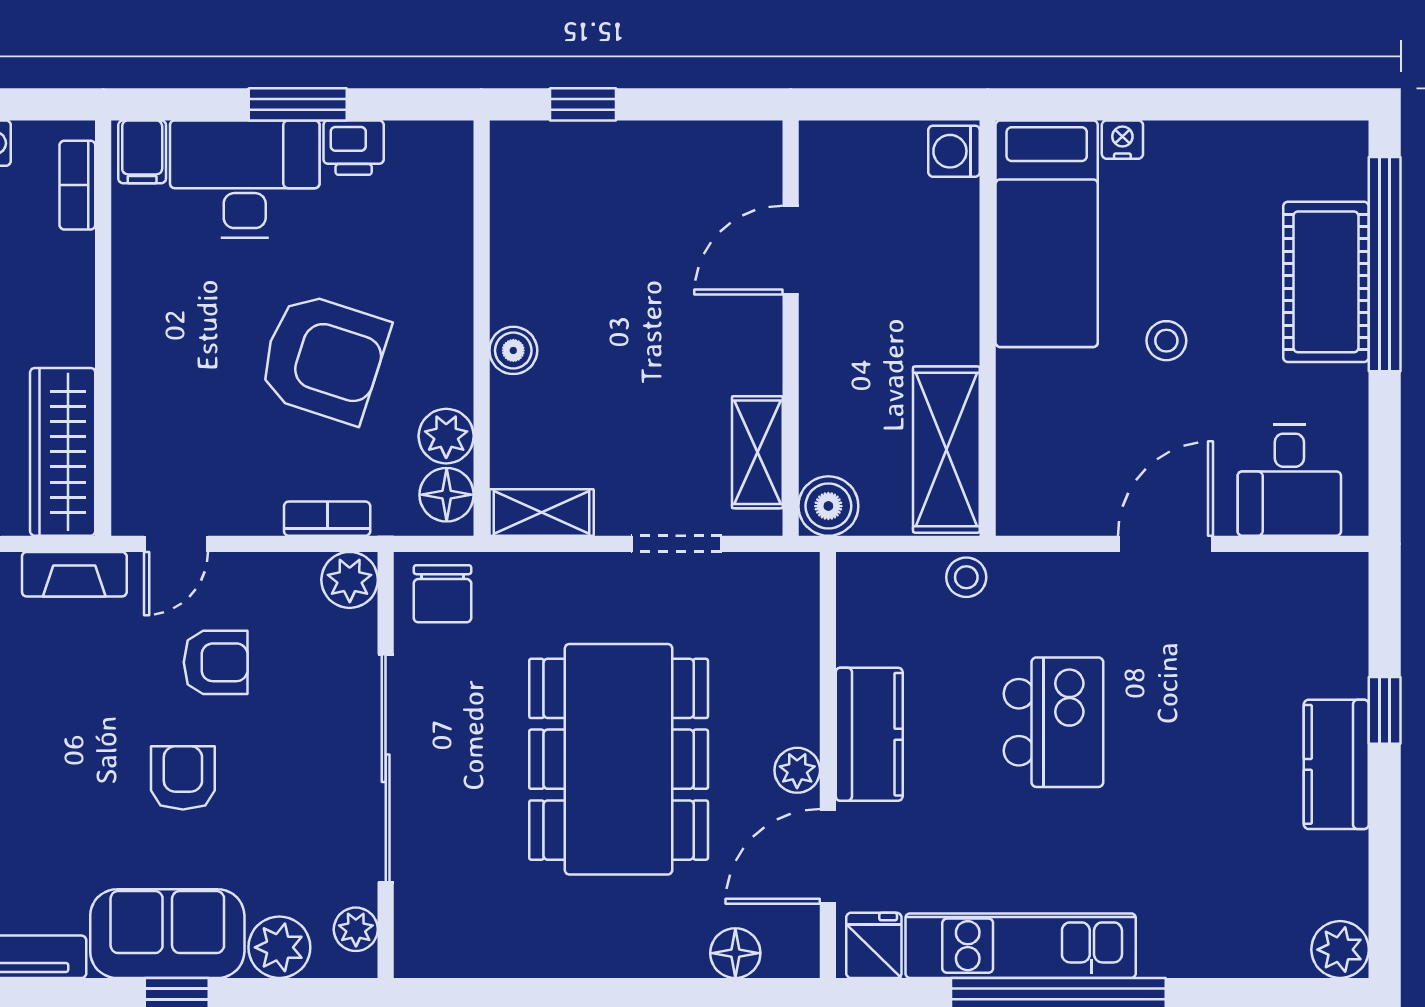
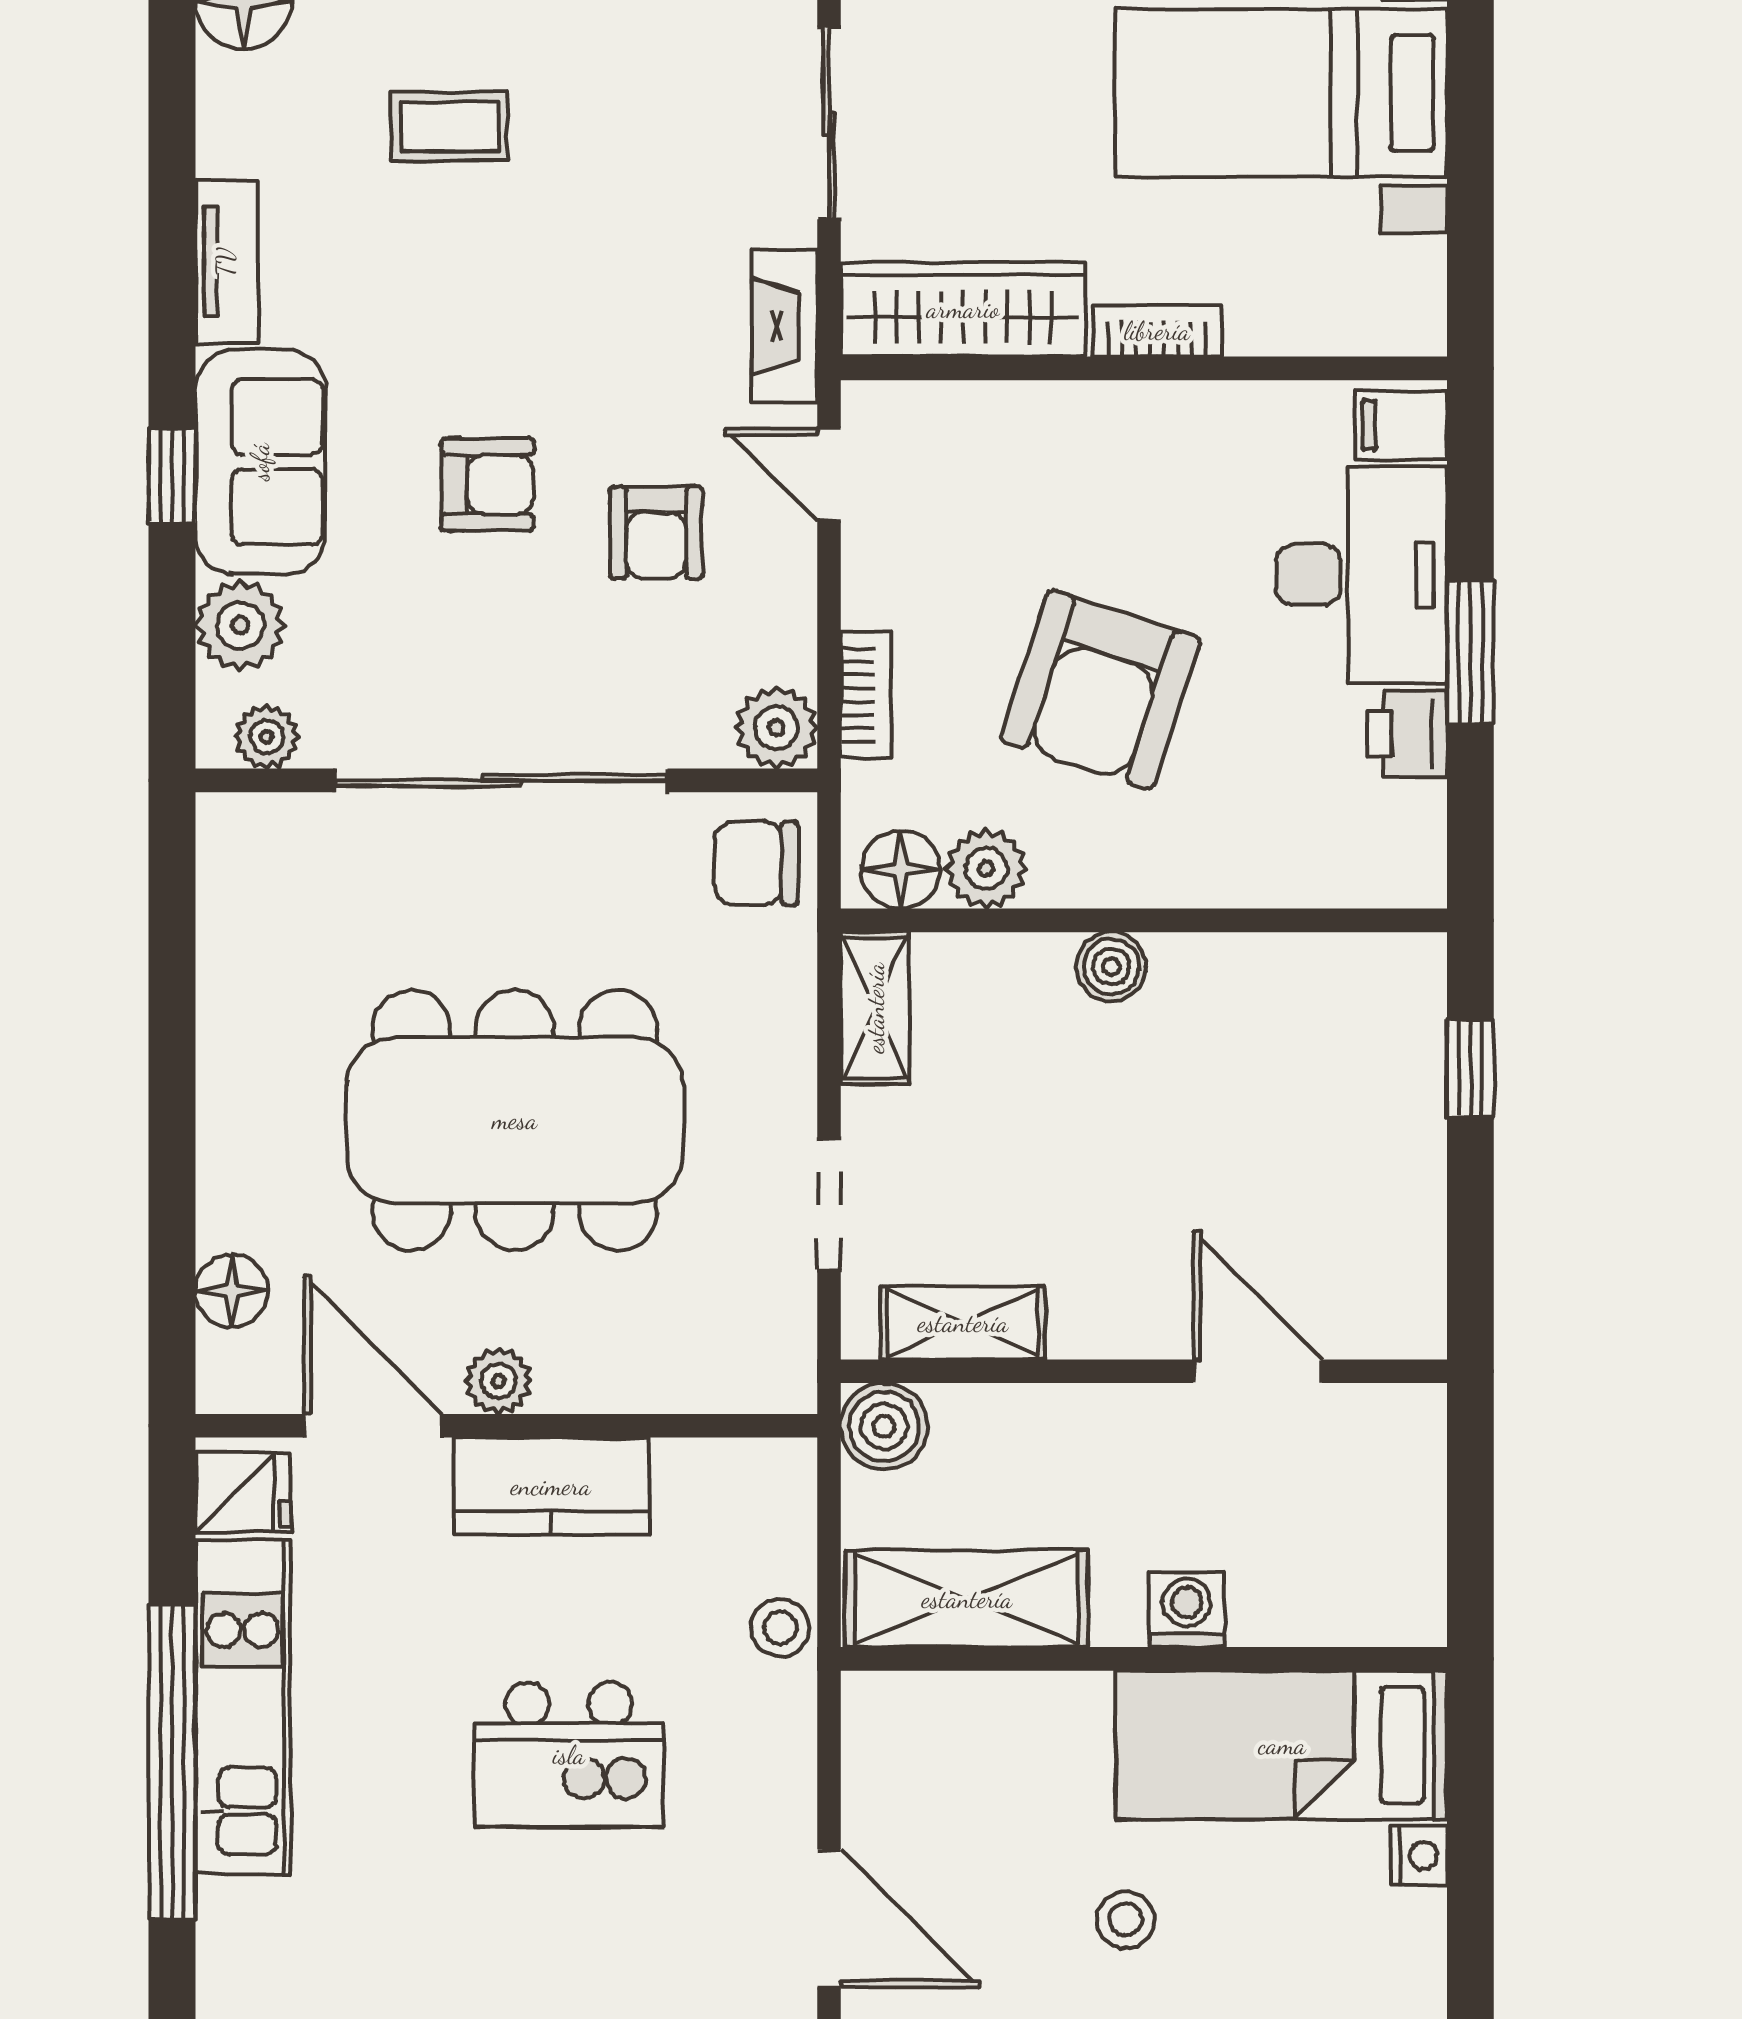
washing machine: (954, 151) -> (1187, 1610), moved
bookcase: (77, 185) -> (1157, 331), moved

